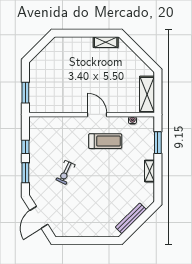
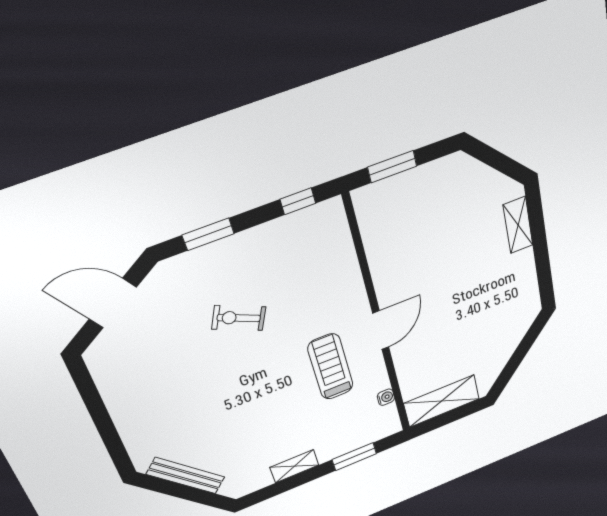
shelving: (106, 42) -> (518, 225), moved
treadmill: (105, 141) -> (331, 367), turned 180
window: (25, 147) -> (298, 201), moved

